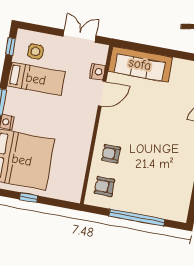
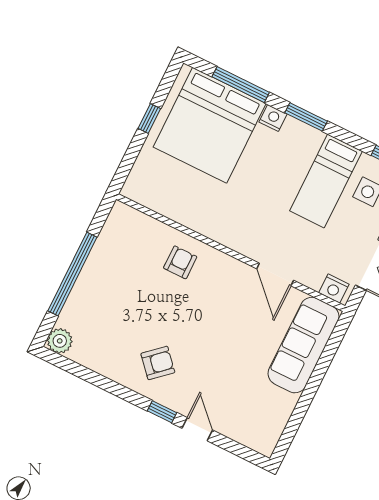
nightstand: (97, 72) -> (334, 289), moved
armchair: (104, 187) -> (158, 363), moved, turned 48
plant: (180, 214) -> (60, 341), added

